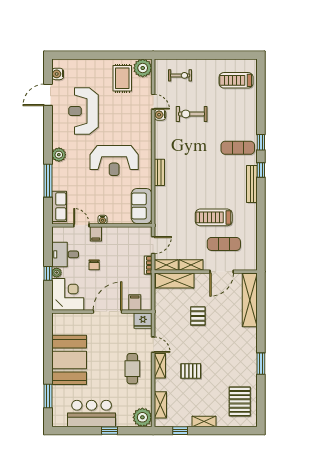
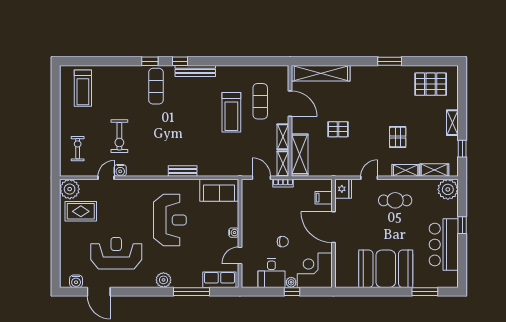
reception desk: (84, 111) -> (116, 253), turned 180
filing cabinet: (96, 234) -> (249, 240), removed
shelving: (160, 366) -> (406, 170), moved

